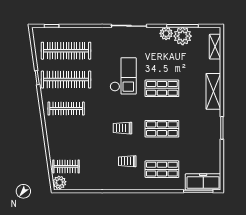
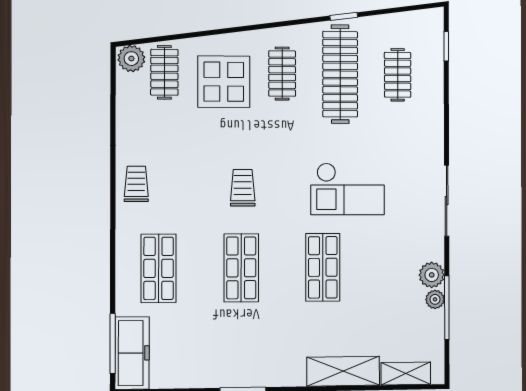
plant: (183, 36) -> (435, 299), width x0.53, depth x0.53
clothes rail: (66, 51) -> (398, 75), width x0.54, depth x0.76
shelving: (213, 91) -> (343, 371), moved
clothes rail: (66, 109) -> (282, 74), width x0.73
display table: (70, 137) -> (224, 82), added
trolley: (127, 161) -> (136, 184), moved

